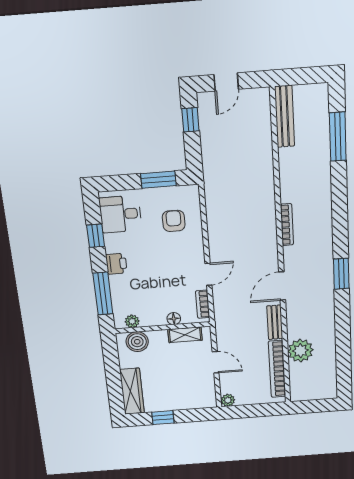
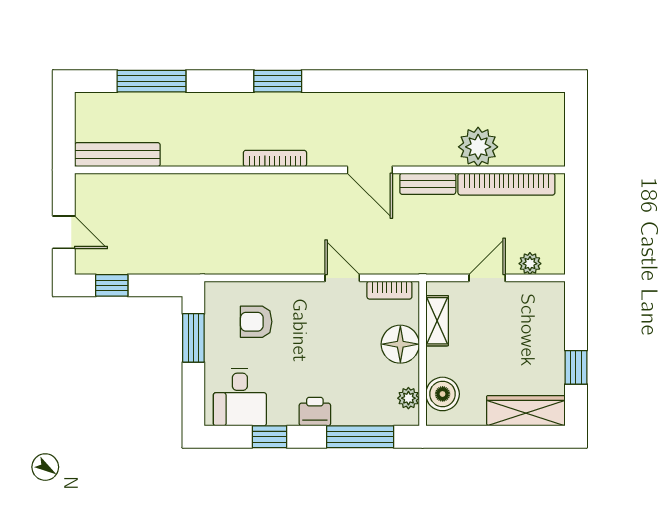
window: (341, 274) -> (278, 81), moved
floor lamp: (174, 319) -> (400, 344), width x1.89, depth x1.89
plant: (228, 400) -> (530, 264), moved

